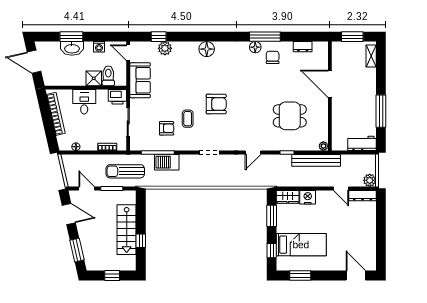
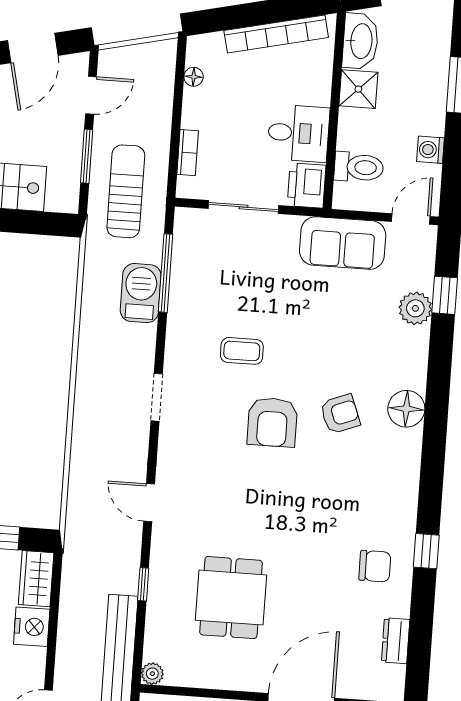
window: (265, 37) -> (426, 551), width x0.46
floor lamp: (255, 47) -> (403, 526), removed
washbasin: (72, 48) -> (360, 41), moved, turned 180
shower: (94, 78) -> (358, 89), moved
desk: (84, 102) -> (298, 133), moved
armchair: (167, 128) -> (340, 414), moved, turned -111

